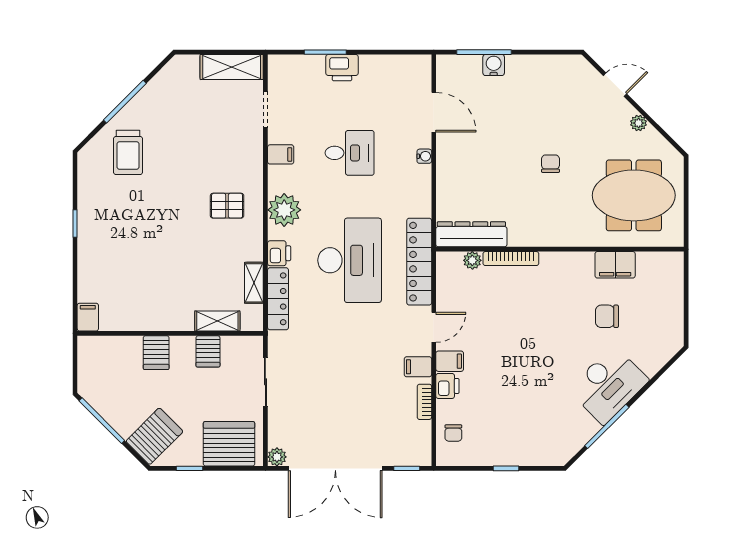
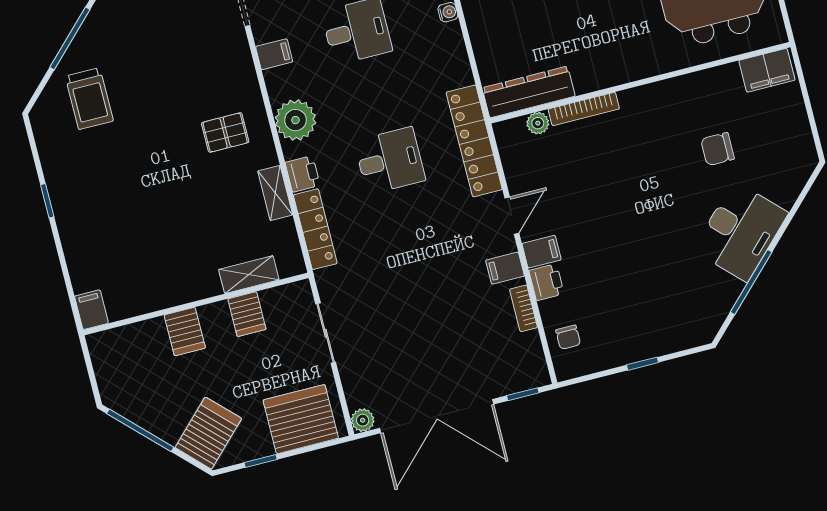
desk: (350, 260) -> (390, 161), width x0.53, depth x0.77
filing cabinet: (615, 265) -> (767, 70), moved
shelving: (254, 283) -> (275, 193), moved

